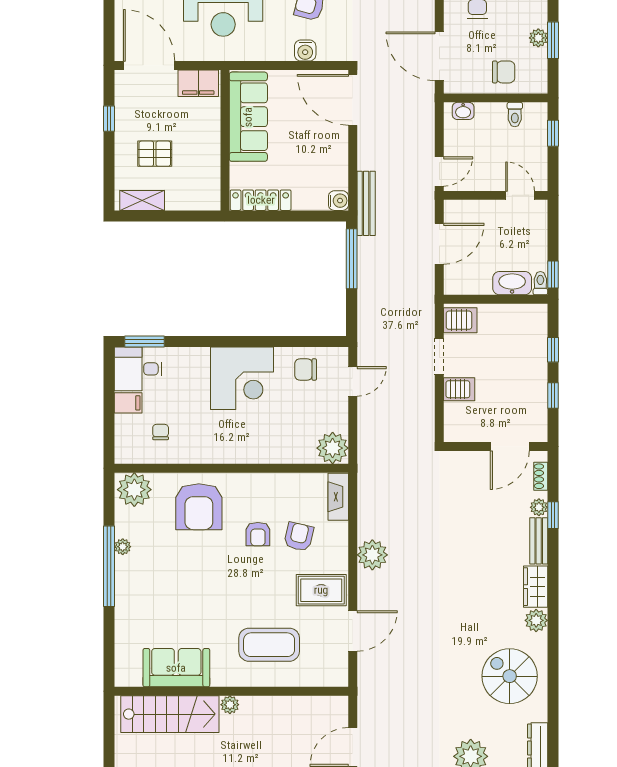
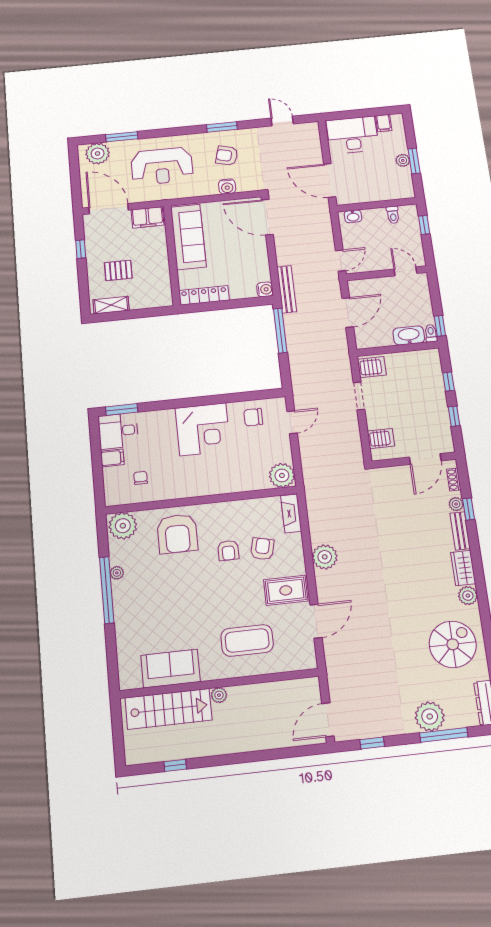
chair: (504, 72) -> (380, 186), removed
server rack: (459, 389) -> (381, 439), moved
spiral stairs: (510, 676) -> (453, 644), turned 90

